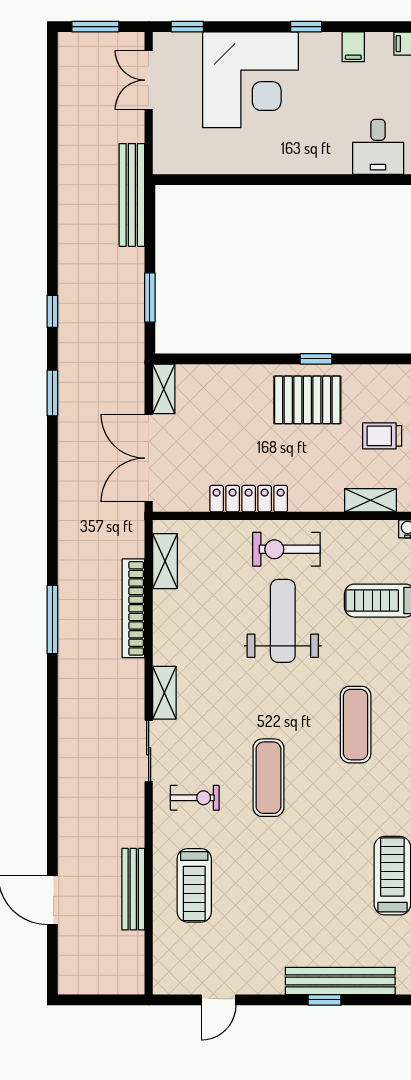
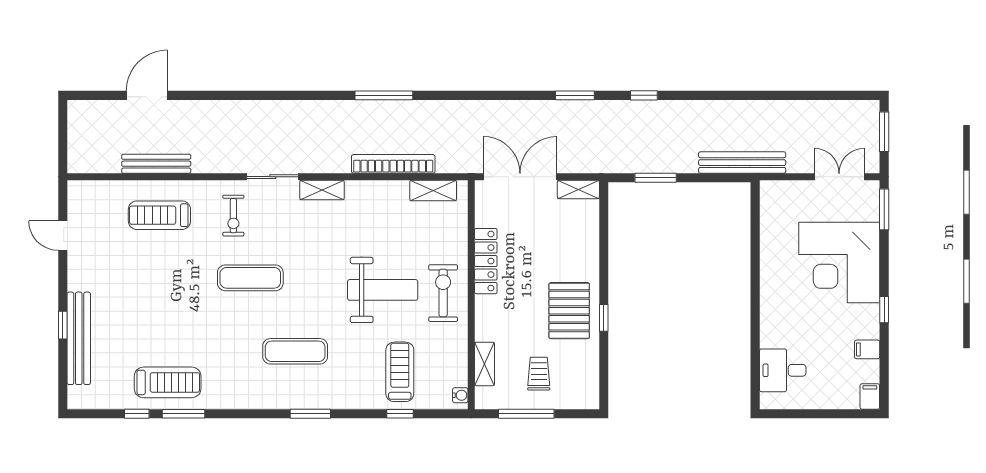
window: (187, 27) -> (884, 209), width x1.50

